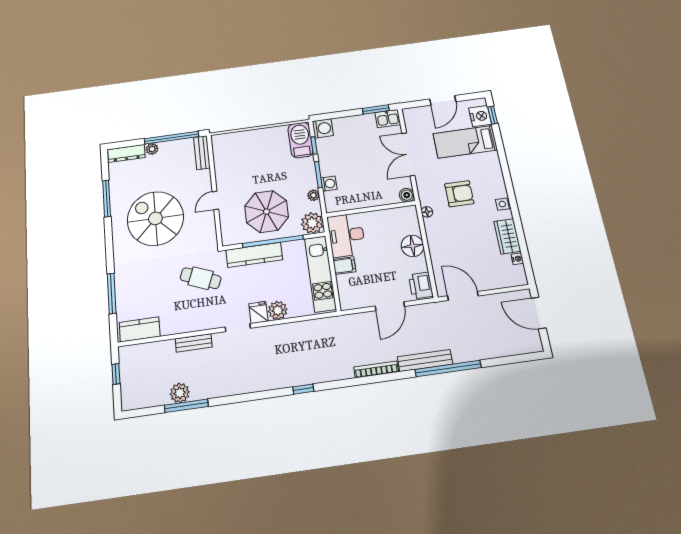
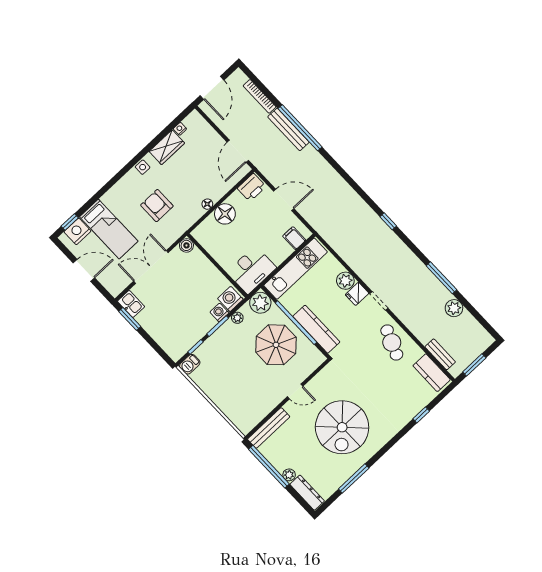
washing machine: (323, 128) -> (230, 299), moved
barbecue: (300, 140) -> (190, 364), width x0.53, depth x0.65
bench: (202, 153) -> (269, 428), width x1.36
double door: (408, 154) -> (151, 267), swing flipped
floor lamp: (427, 212) -> (207, 204), moved
filing cabinet: (344, 266) -> (294, 238), moved
cafe table: (201, 278) -> (392, 342), moved
window: (112, 293) -> (421, 415), width x0.46
bench: (194, 343) -> (440, 354), moved
bench: (425, 361) -> (288, 129), moved
bookcase: (376, 369) -> (260, 96), moved
window: (116, 374) -> (474, 365), width x1.50
window: (186, 406) -> (441, 278), moved

